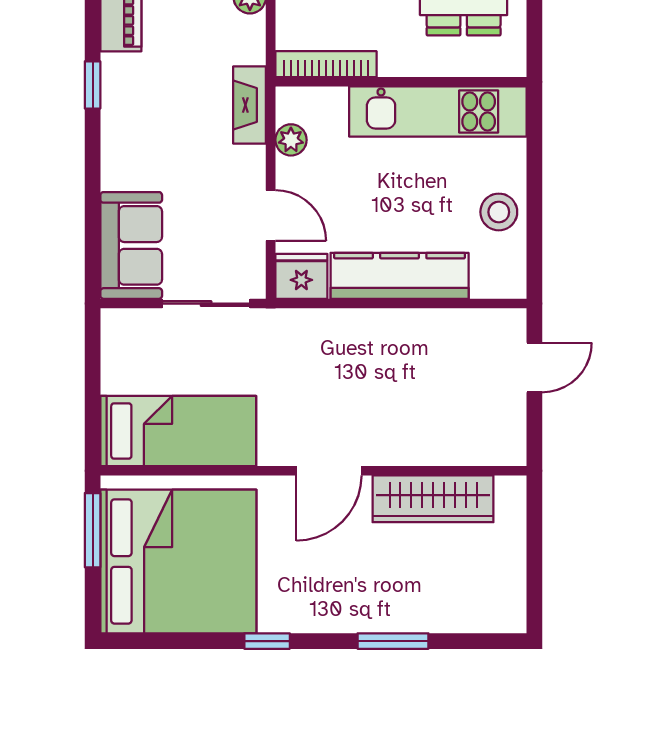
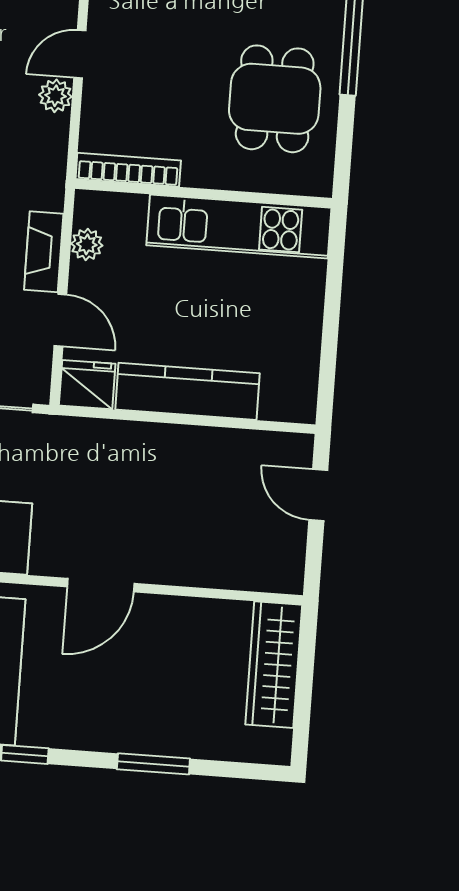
fireplace: (250, 105) -> (44, 252), moved
stool: (499, 212) -> (294, 334), removed
door: (534, 367) -> (318, 495), swing flipped
wardrobe: (433, 499) -> (274, 665), moved, turned 90

